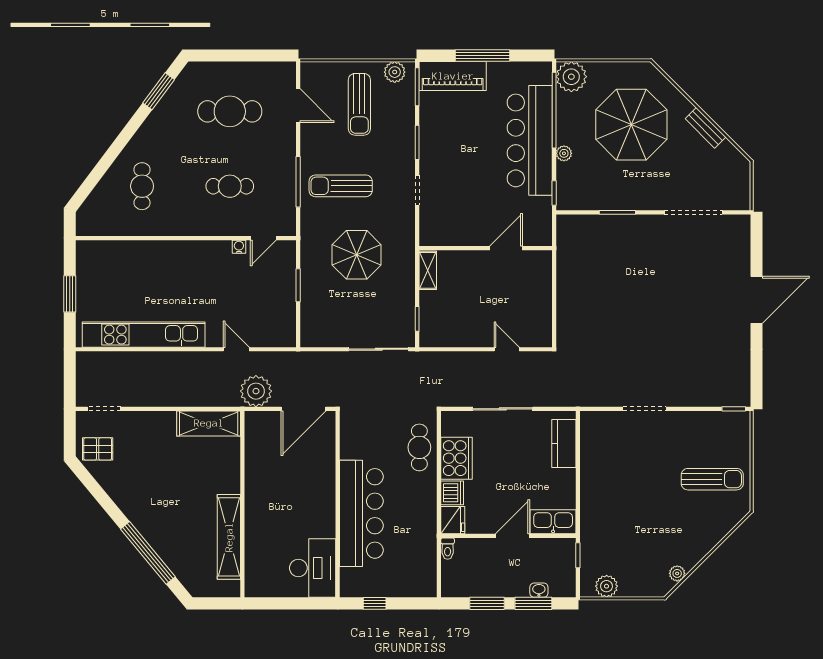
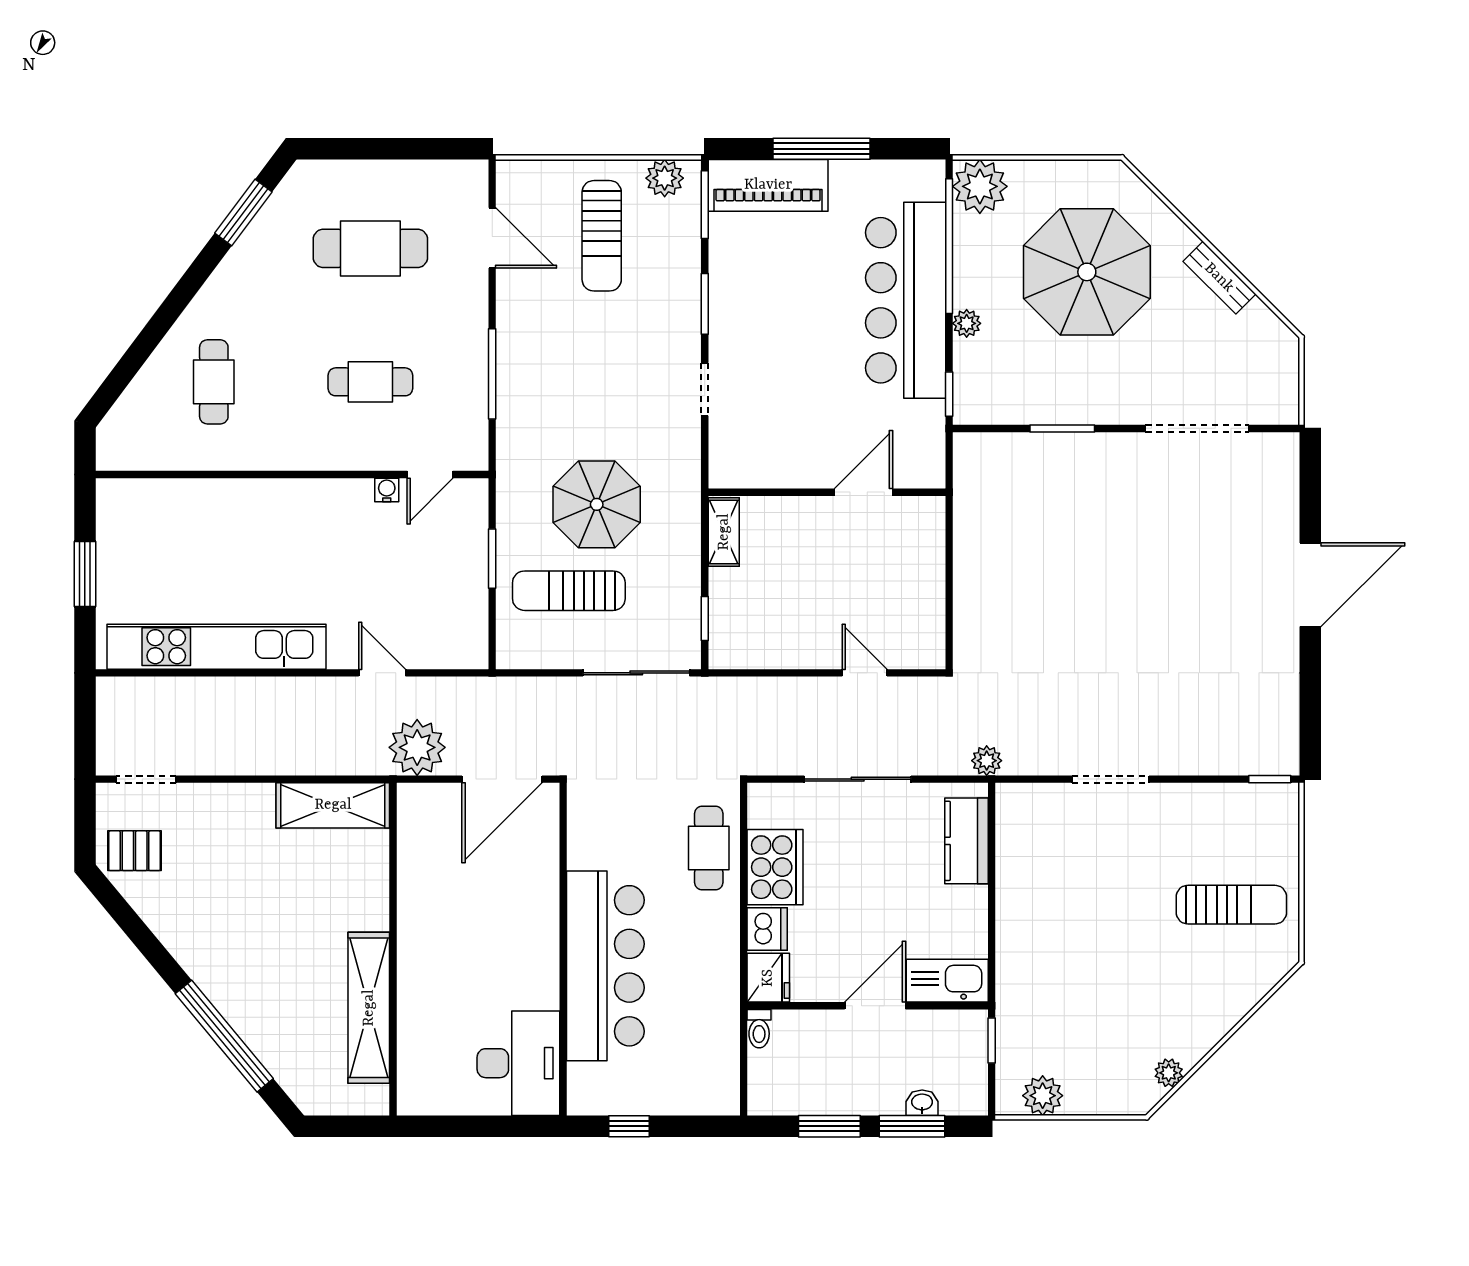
sun lounger: (341, 186) -> (569, 591), moved
plant: (575, 398) -> (987, 761), added

